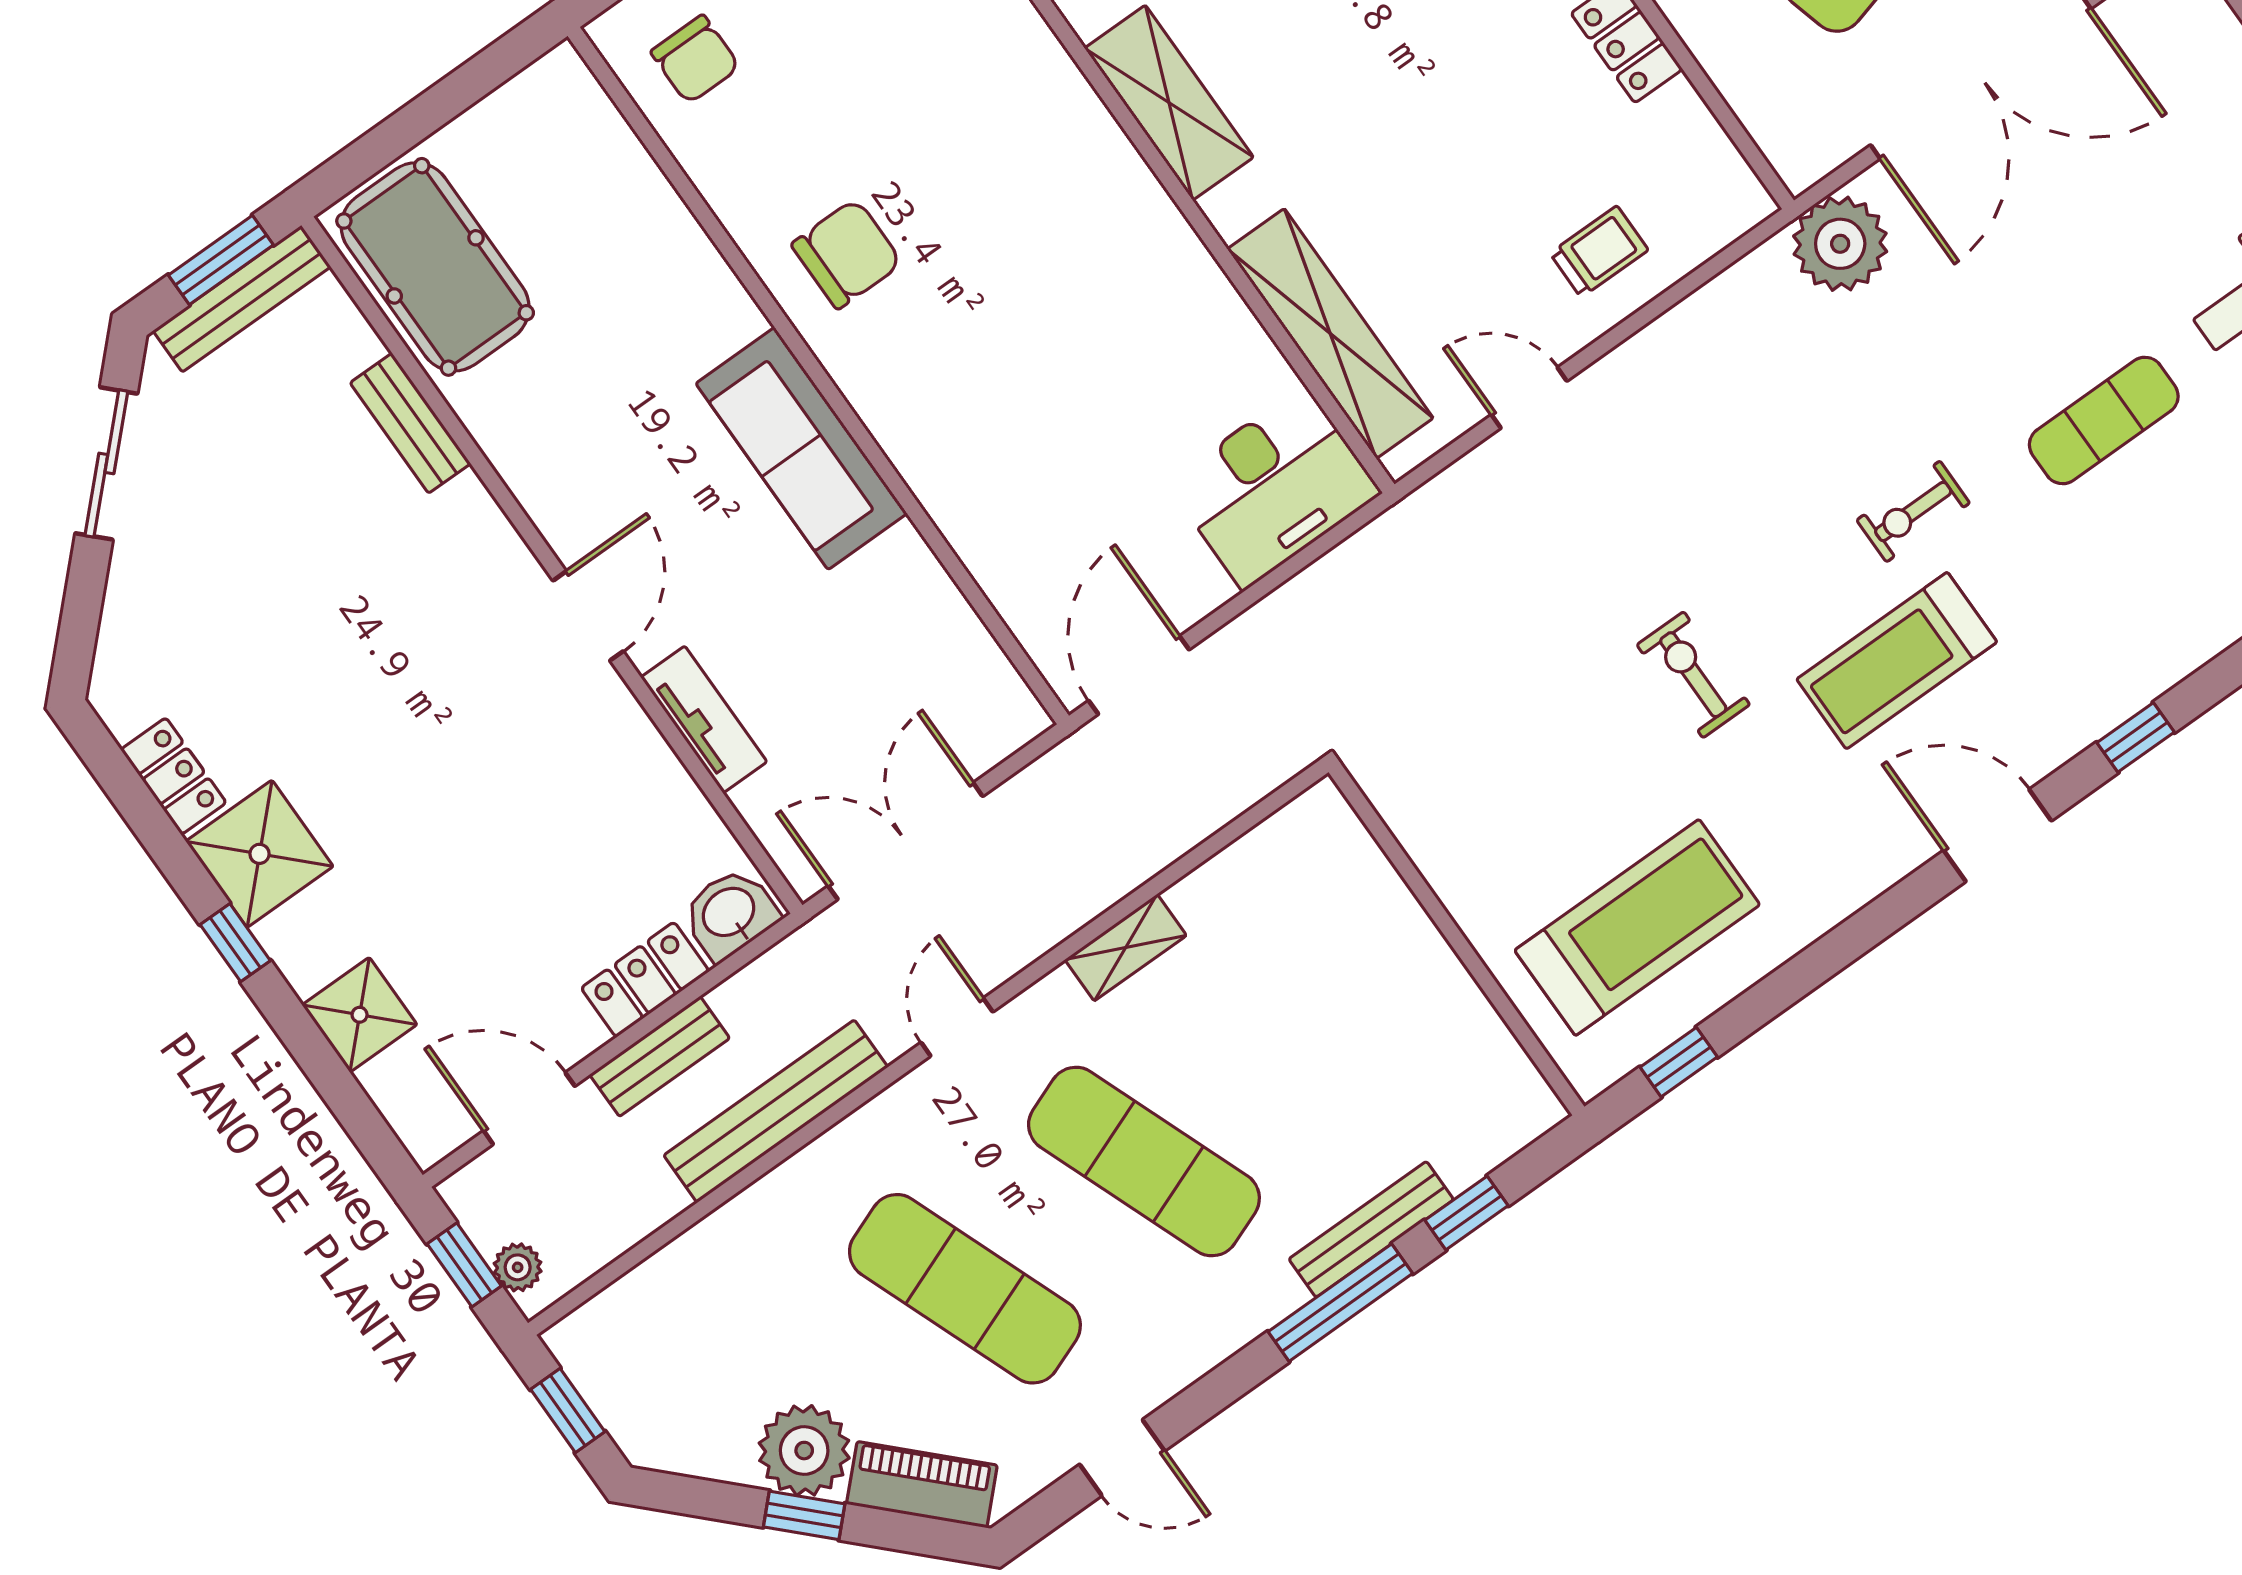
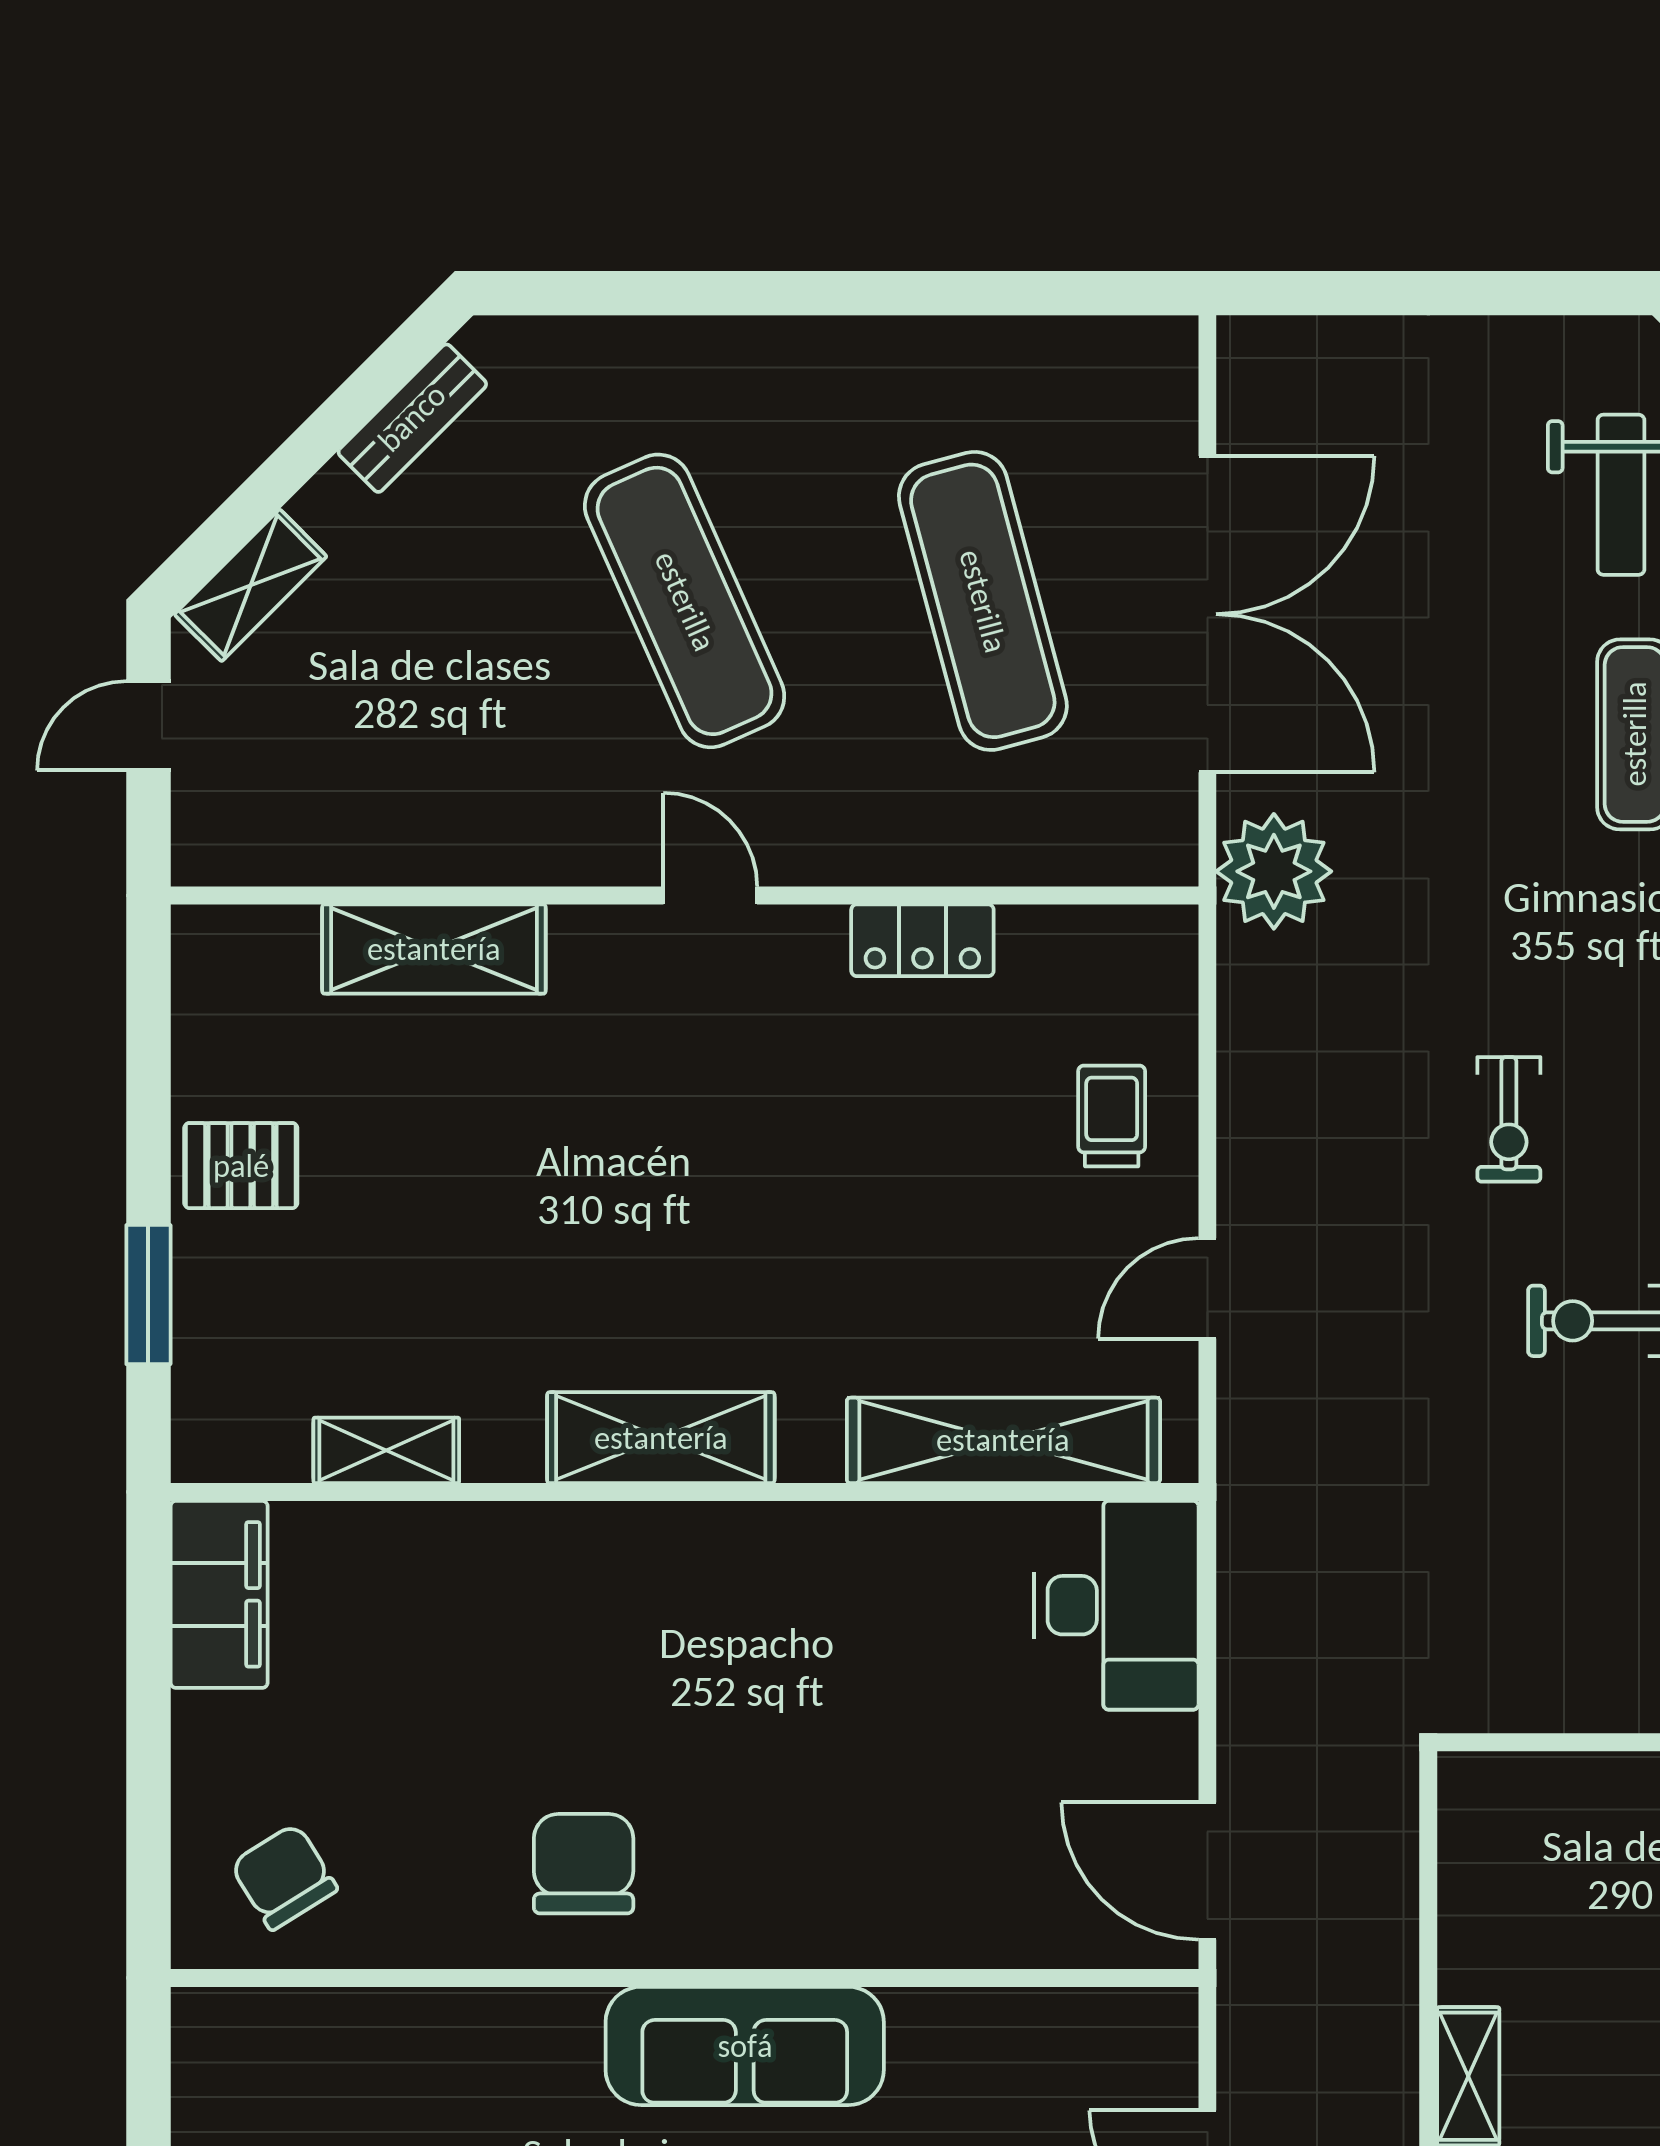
chair: (695, 59) -> (284, 1877), turned -122
exercise bike: (1913, 512) -> (1509, 1119), moved

